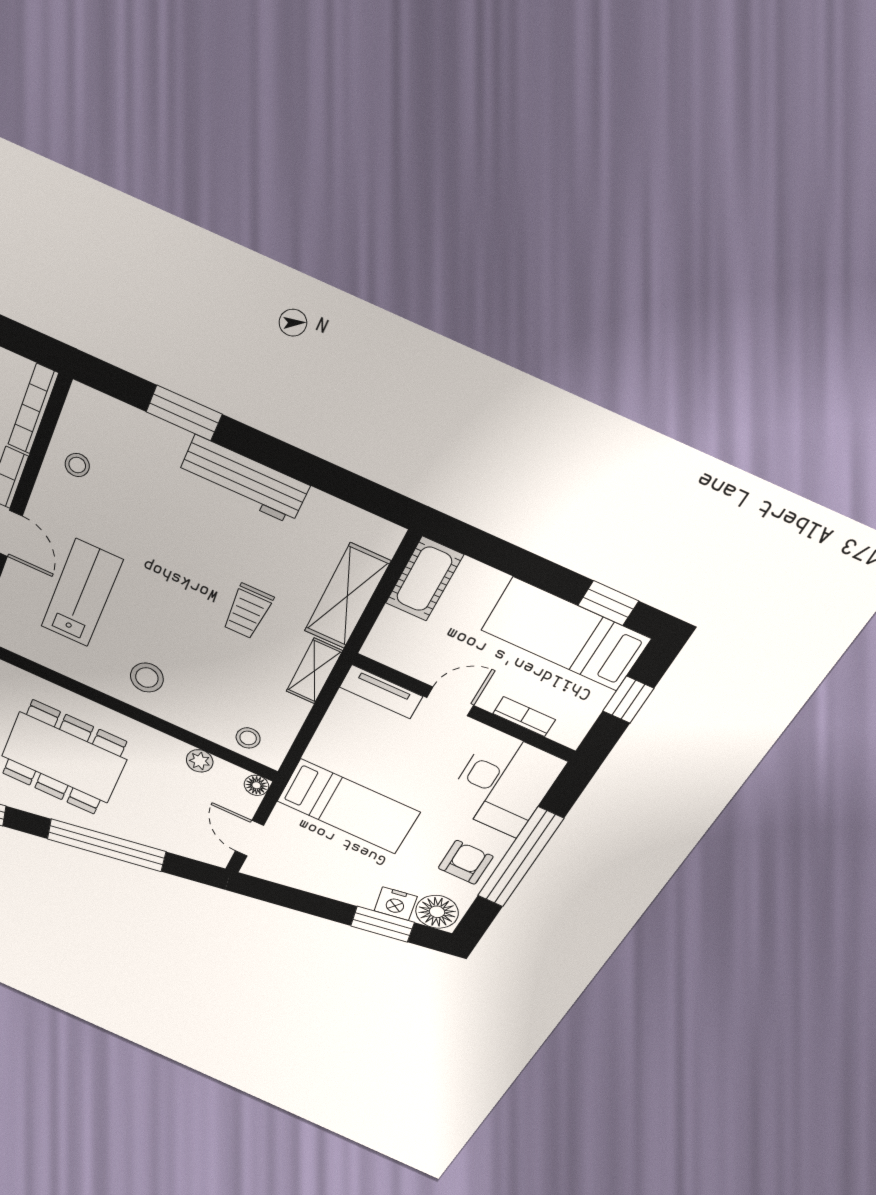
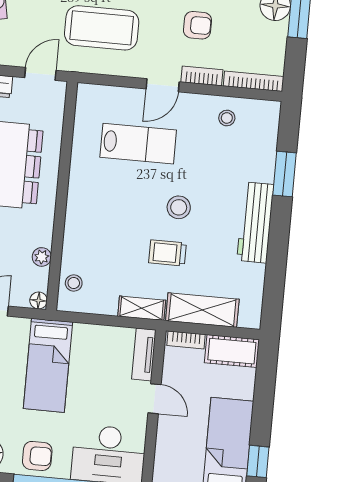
stool: (147, 678) -> (179, 207), moved
bookcase: (524, 717) -> (186, 340), moved, turned 90

